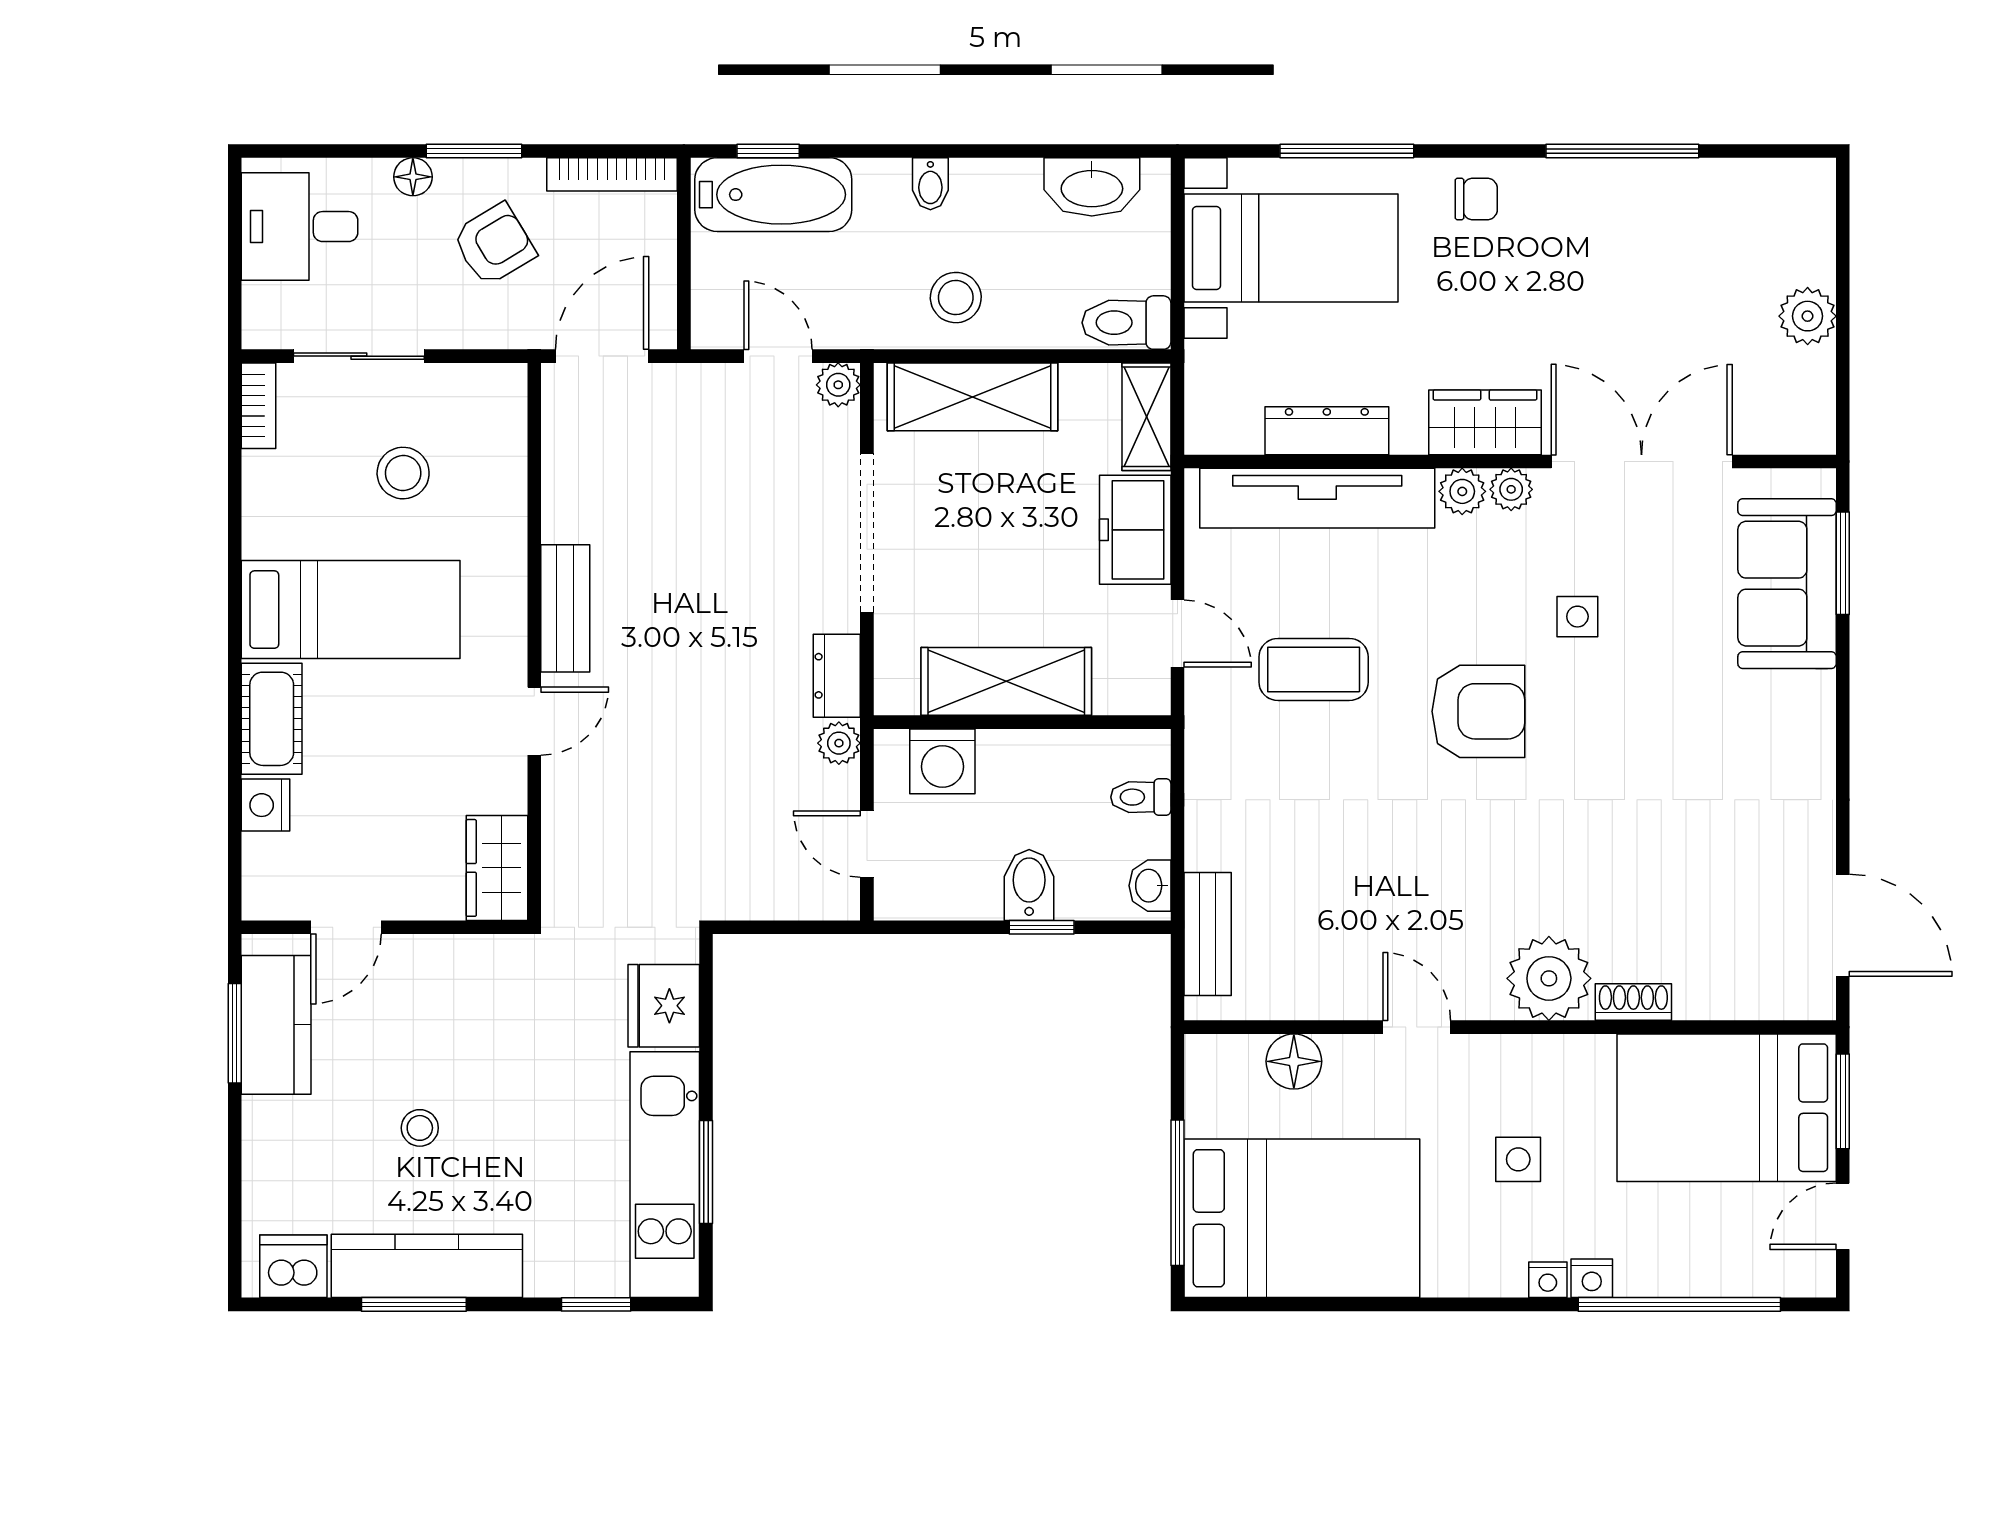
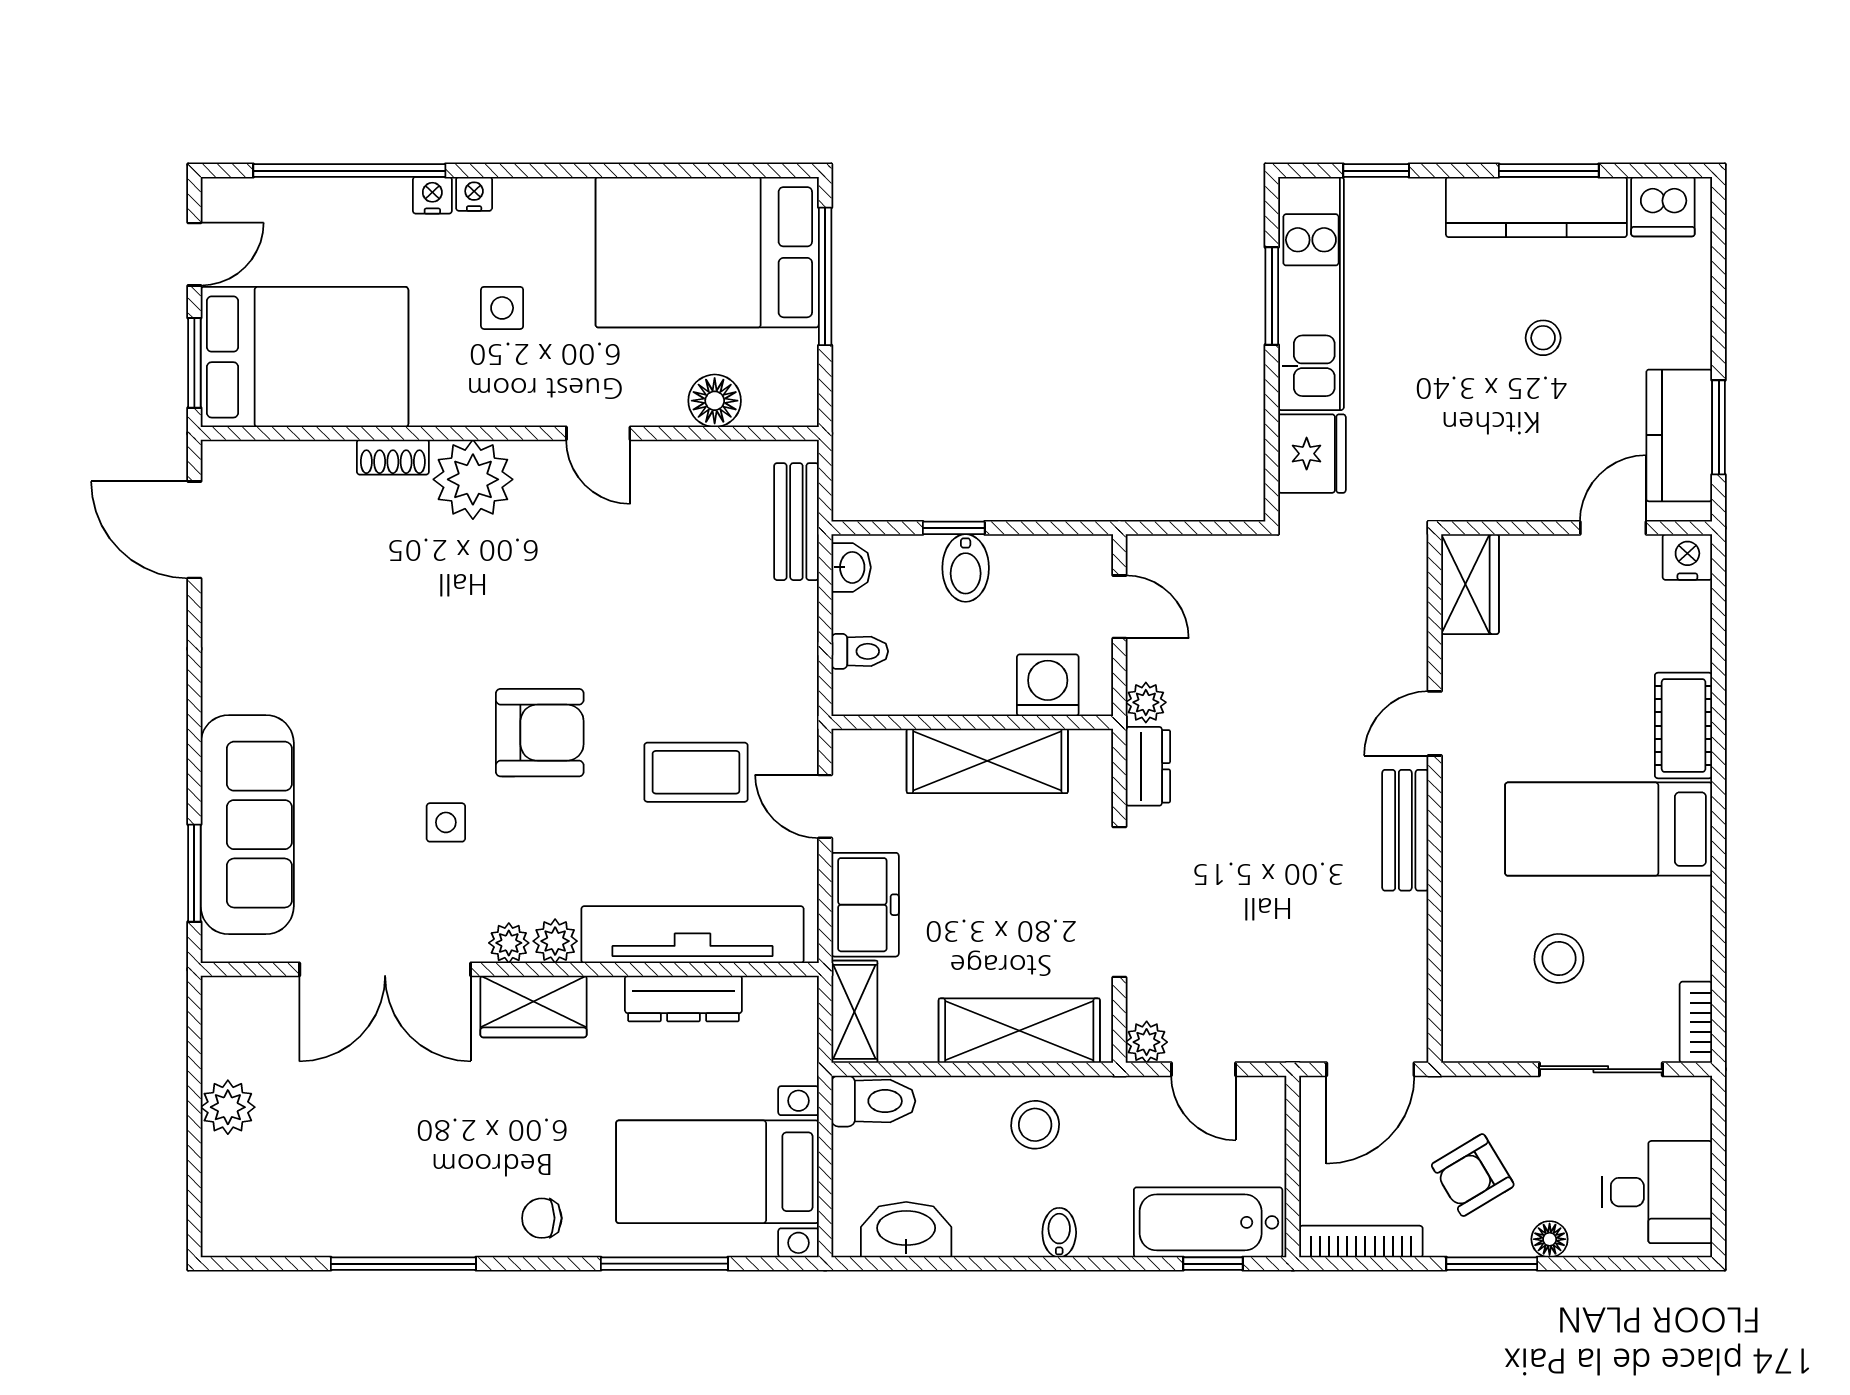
sofa: (1787, 584) -> (247, 825), width x1.36
armchair: (1478, 711) -> (540, 733), turned 180
nightstand: (265, 805) -> (1687, 557), moved, turned -90

